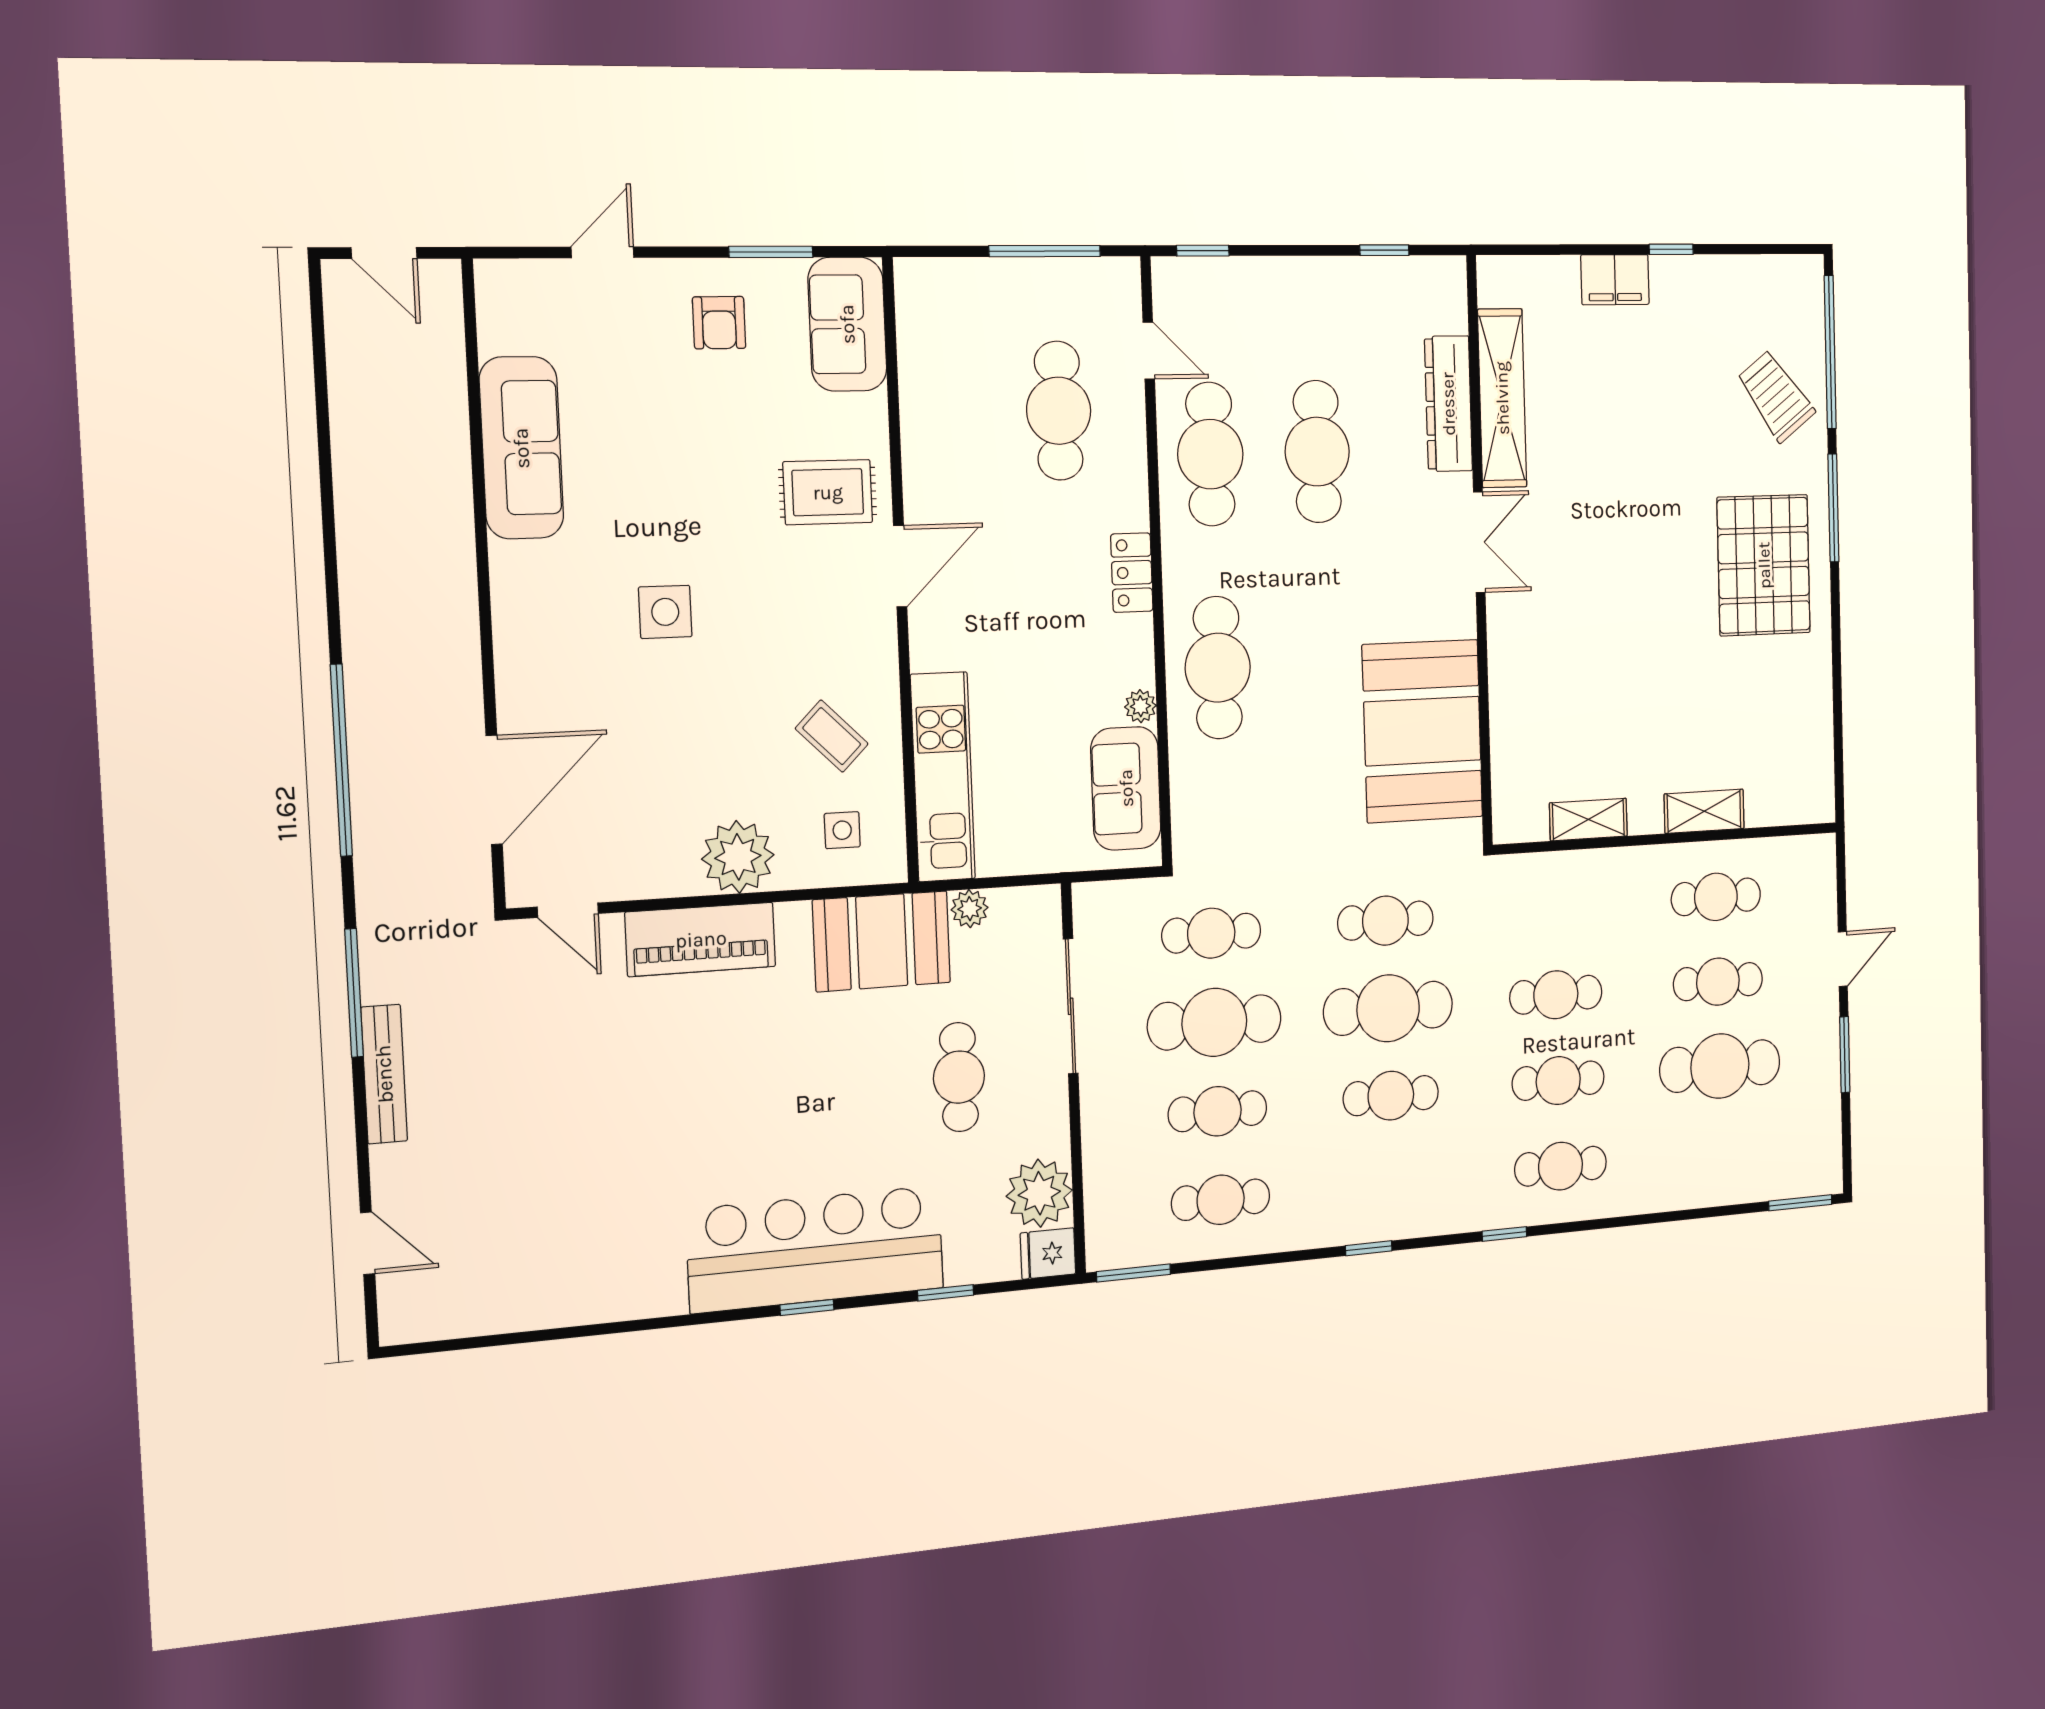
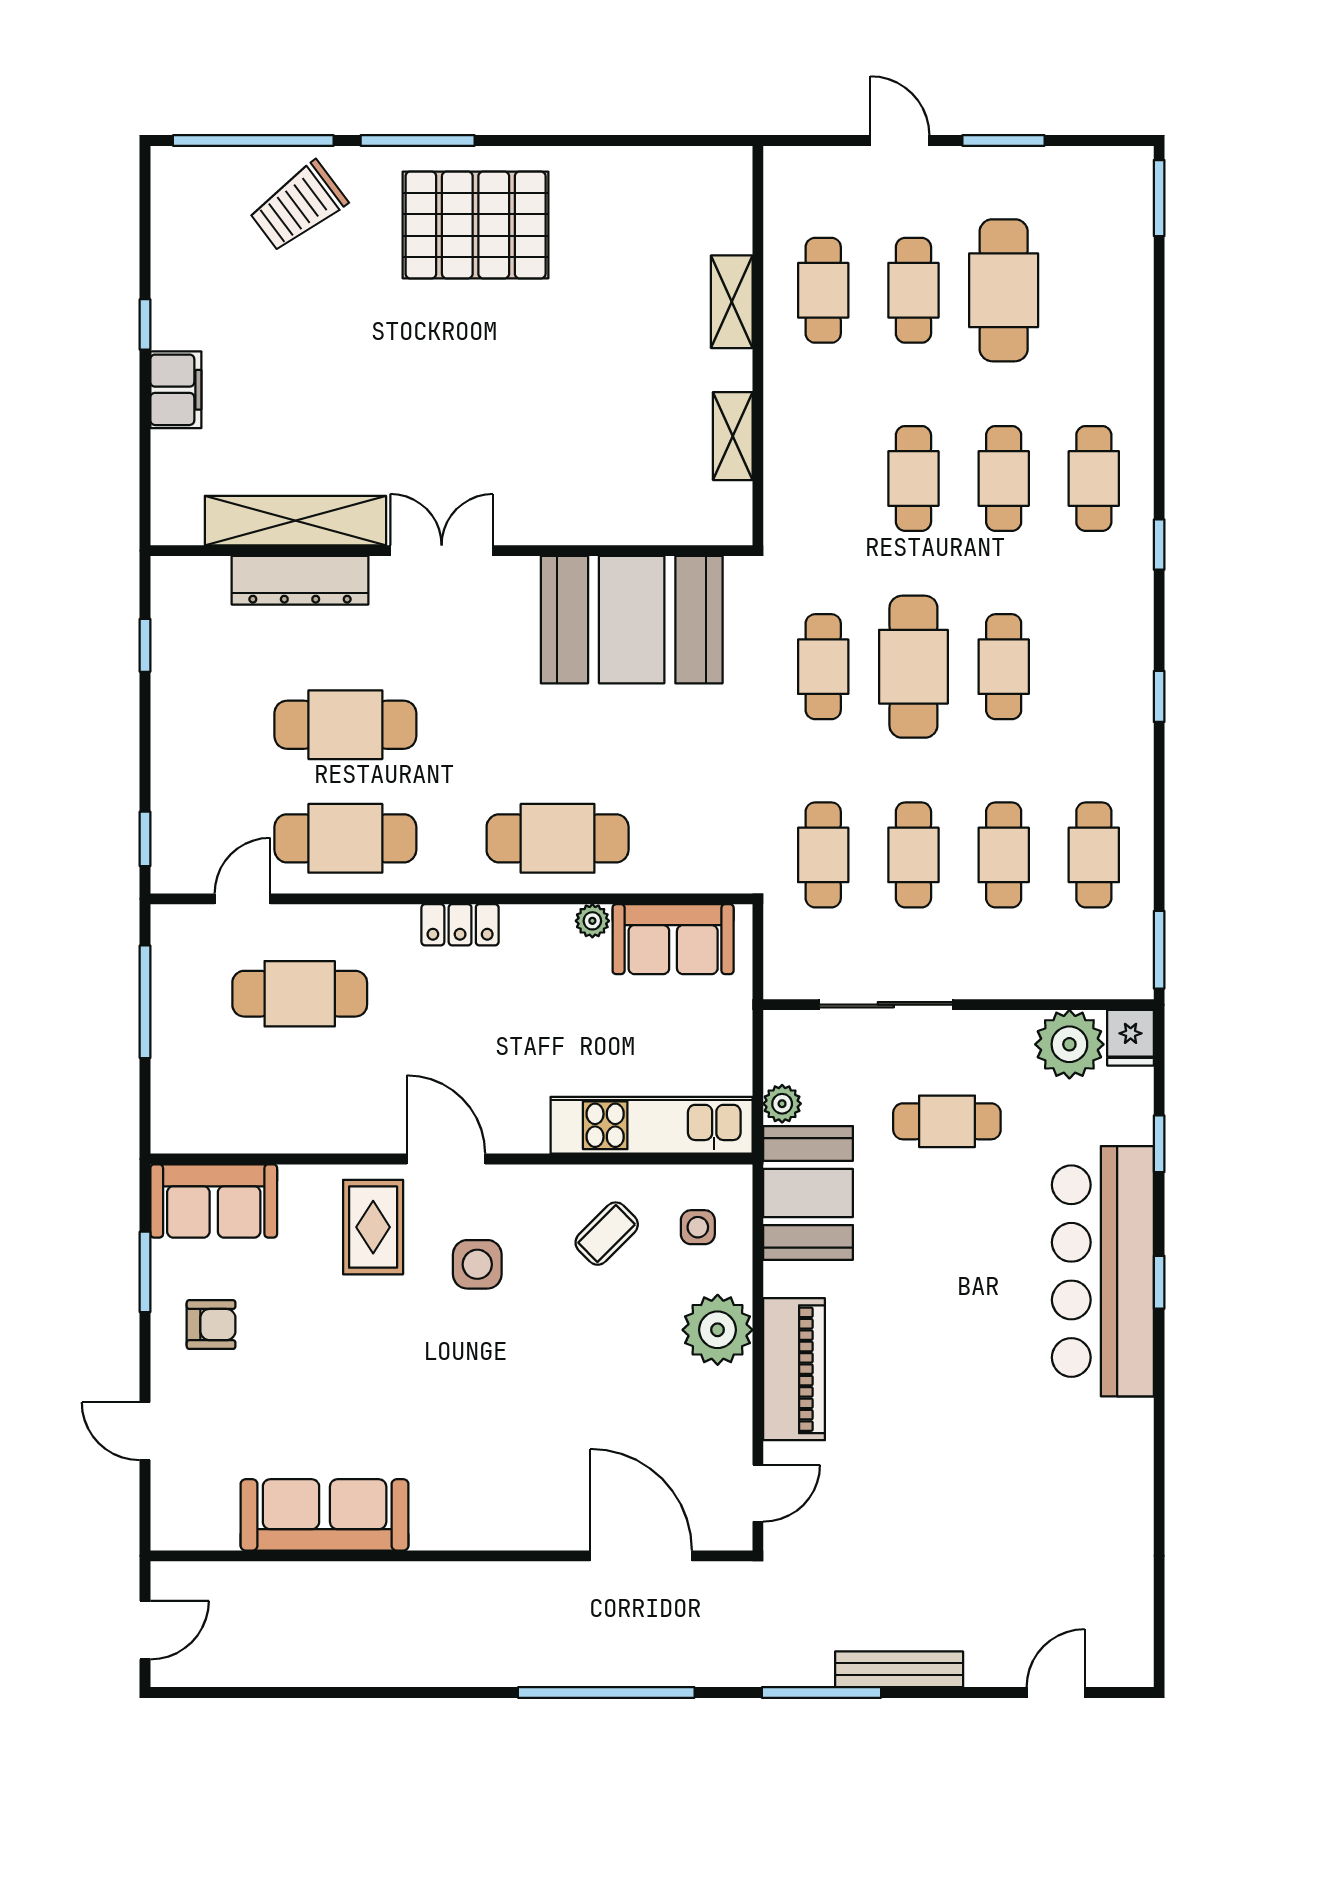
side table: (665, 612) -> (477, 1264), moved
cafe table: (1214, 1022) -> (913, 855), width x0.73, depth x0.74

